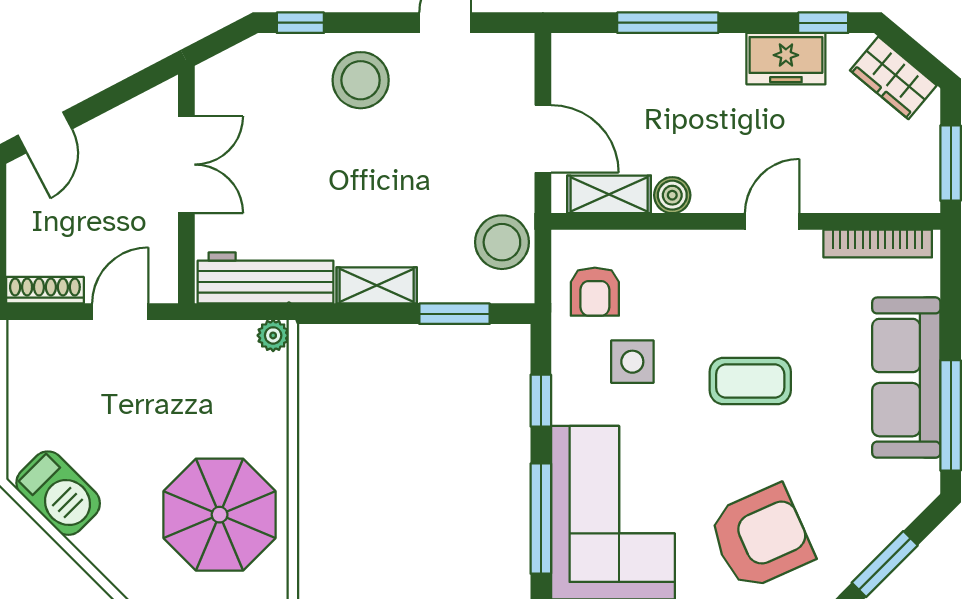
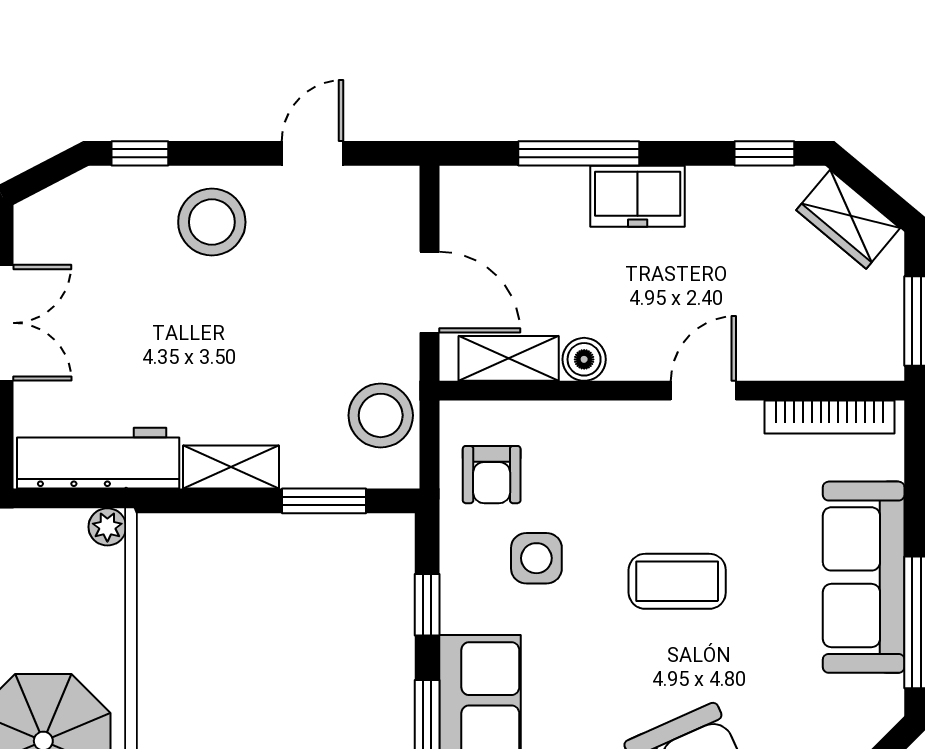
freezer: (786, 59) -> (638, 196), moved

